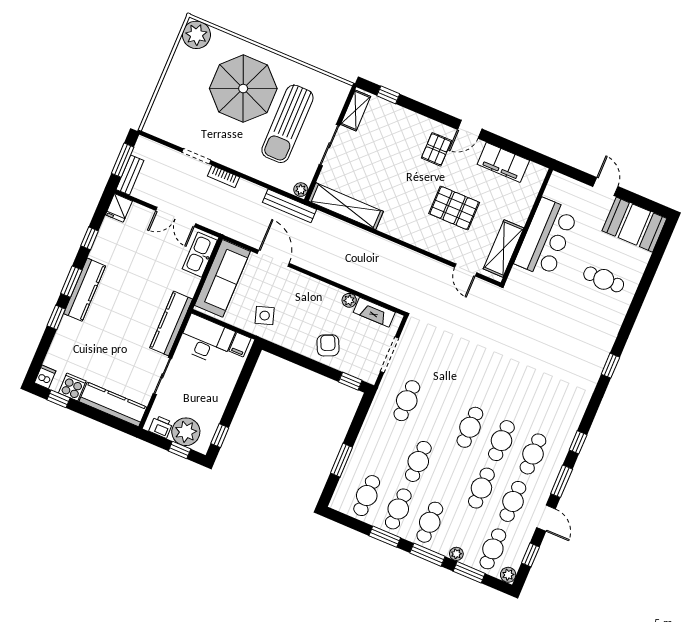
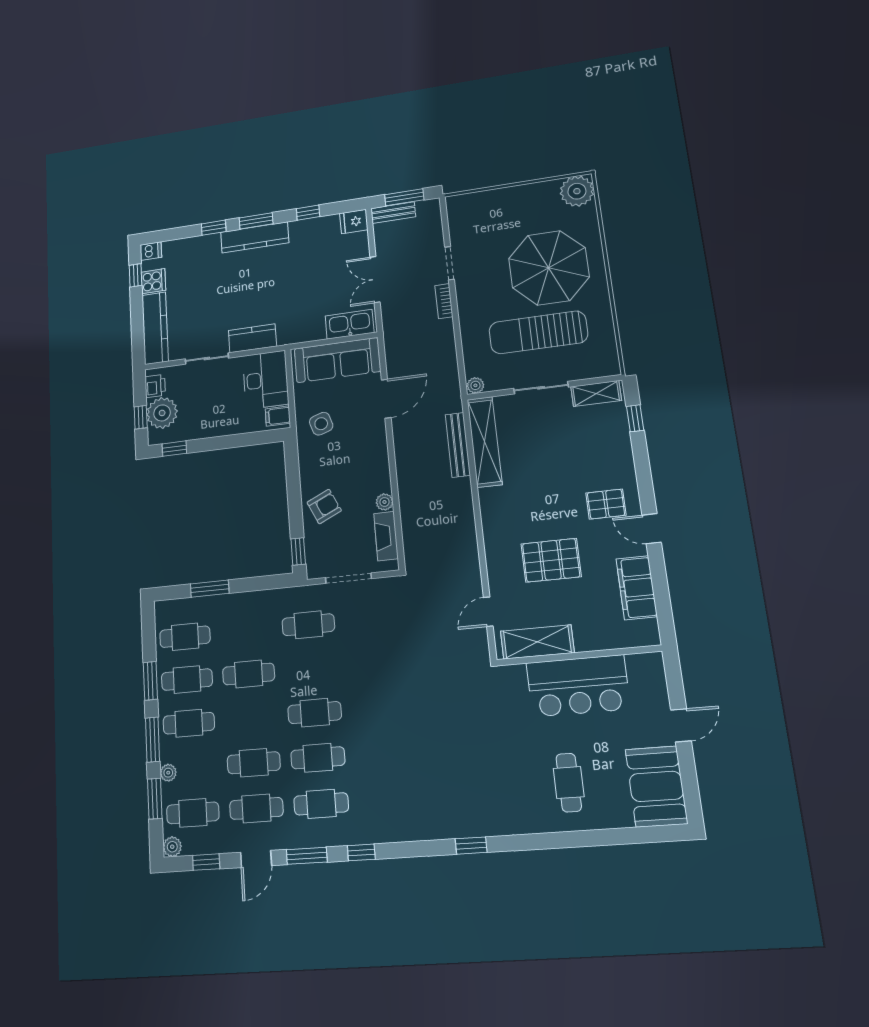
bench: (289, 206) -> (458, 445), moved
pallet: (454, 208) -> (551, 560), turned 90
kitchen counter: (171, 323) -> (252, 338), width x0.67

